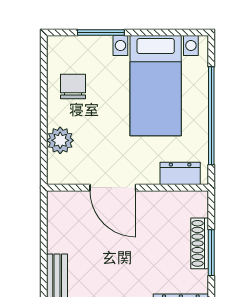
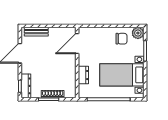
plant: (60, 140) -> (138, 33), moved
dresser: (180, 173) -> (83, 75), moved
door: (113, 188) -> (77, 44), moved

